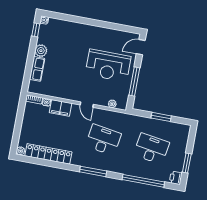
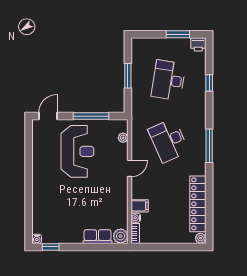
door: (141, 47) -> (48, 116), swing flipped
plant: (41, 51) -> (121, 236), moved
filing cabinet: (60, 108) -> (140, 206), width x0.50
desk: (103, 140) -> (168, 141), turned -33
window: (143, 181) -> (209, 83), width x0.32

